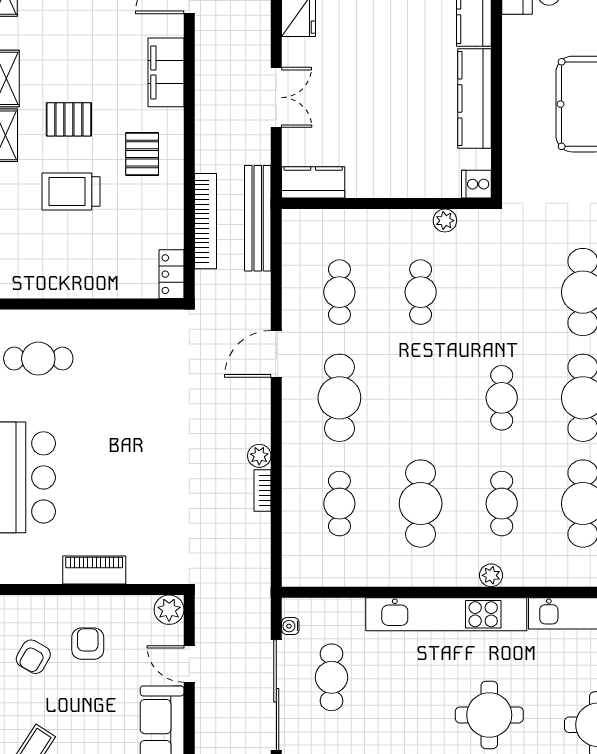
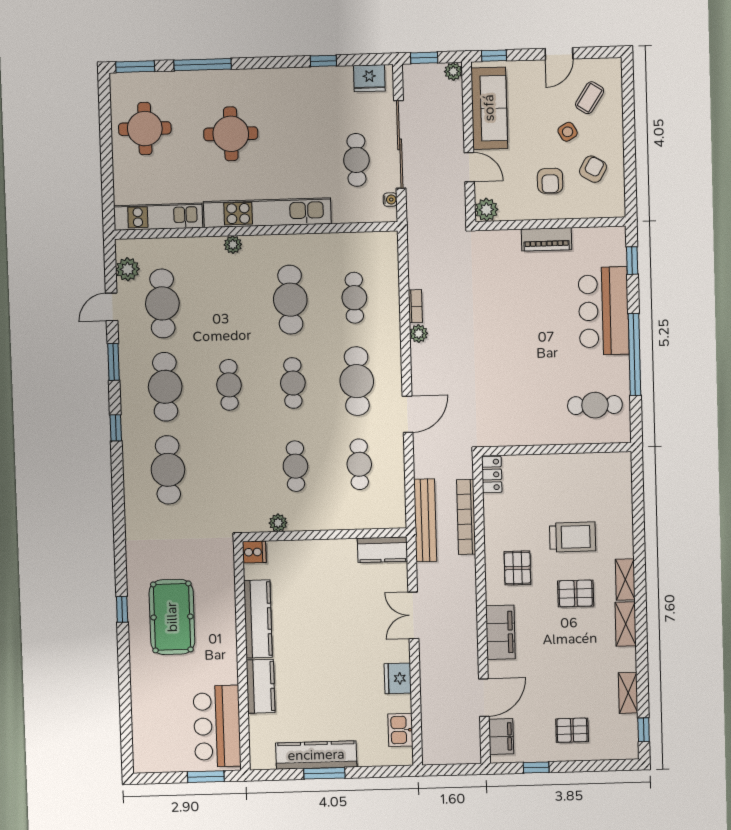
cafe table: (502, 504) -> (293, 383), moved
side table: (64, 705) -> (568, 132), added

